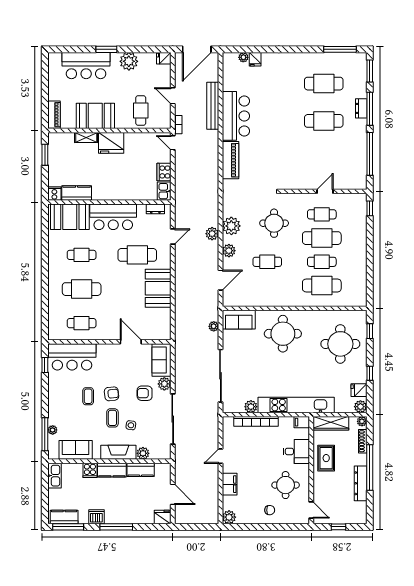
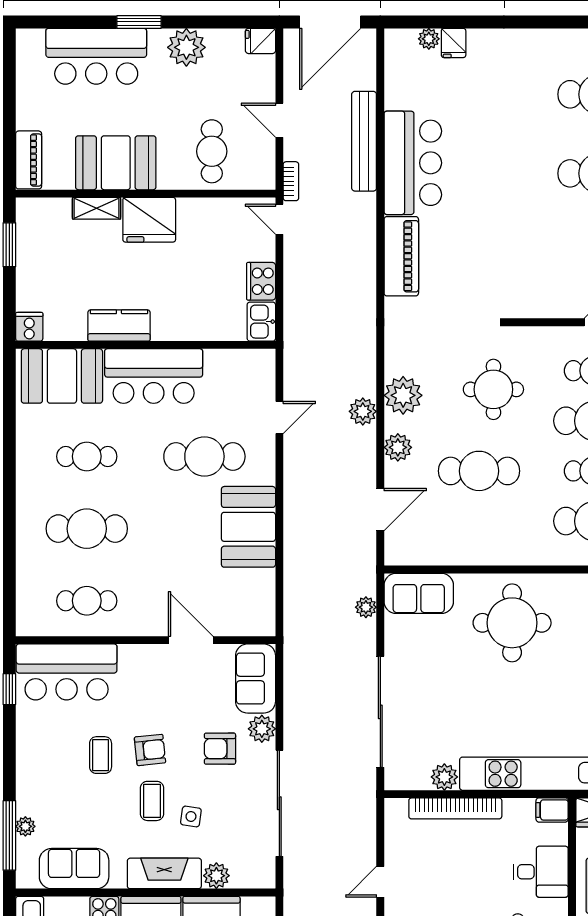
kitchen counter: (77, 193) -> (119, 326), moved
dresser: (155, 209) -> (243, 359), removed
cafe table: (267, 262) -> (479, 471), width x1.37, depth x1.35

